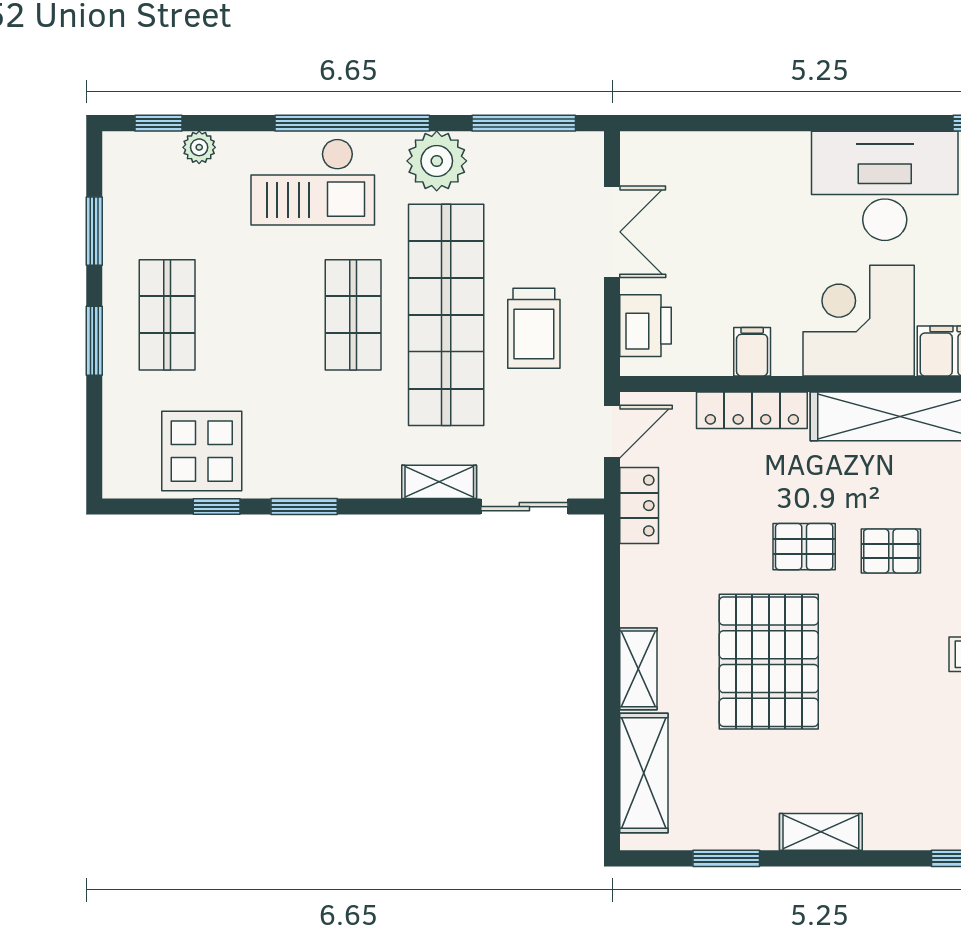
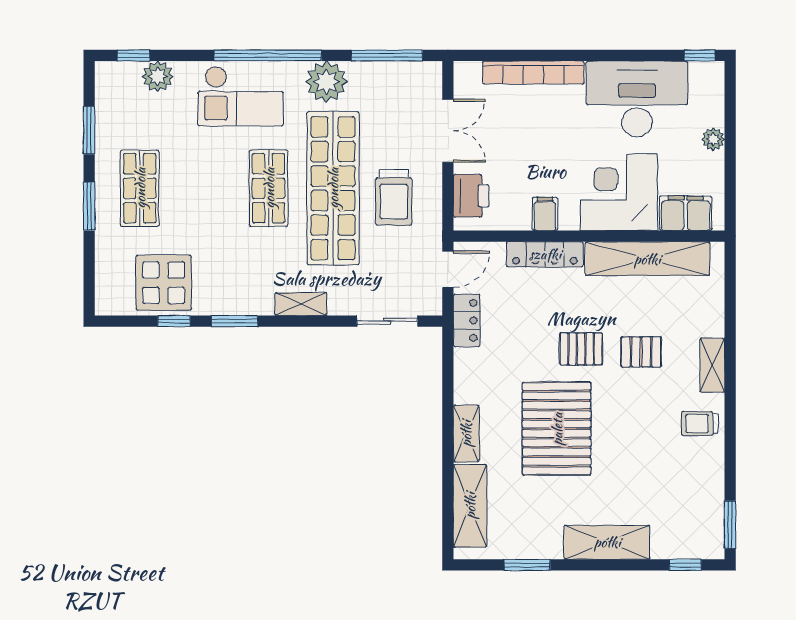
plant: (199, 147) -> (158, 76), width x1.38, depth x1.38
bookcase: (735, 148) -> (533, 72), added
shelving: (439, 482) -> (301, 304), moved
shelving: (821, 832) -> (607, 542), width x1.50, depth x1.33

